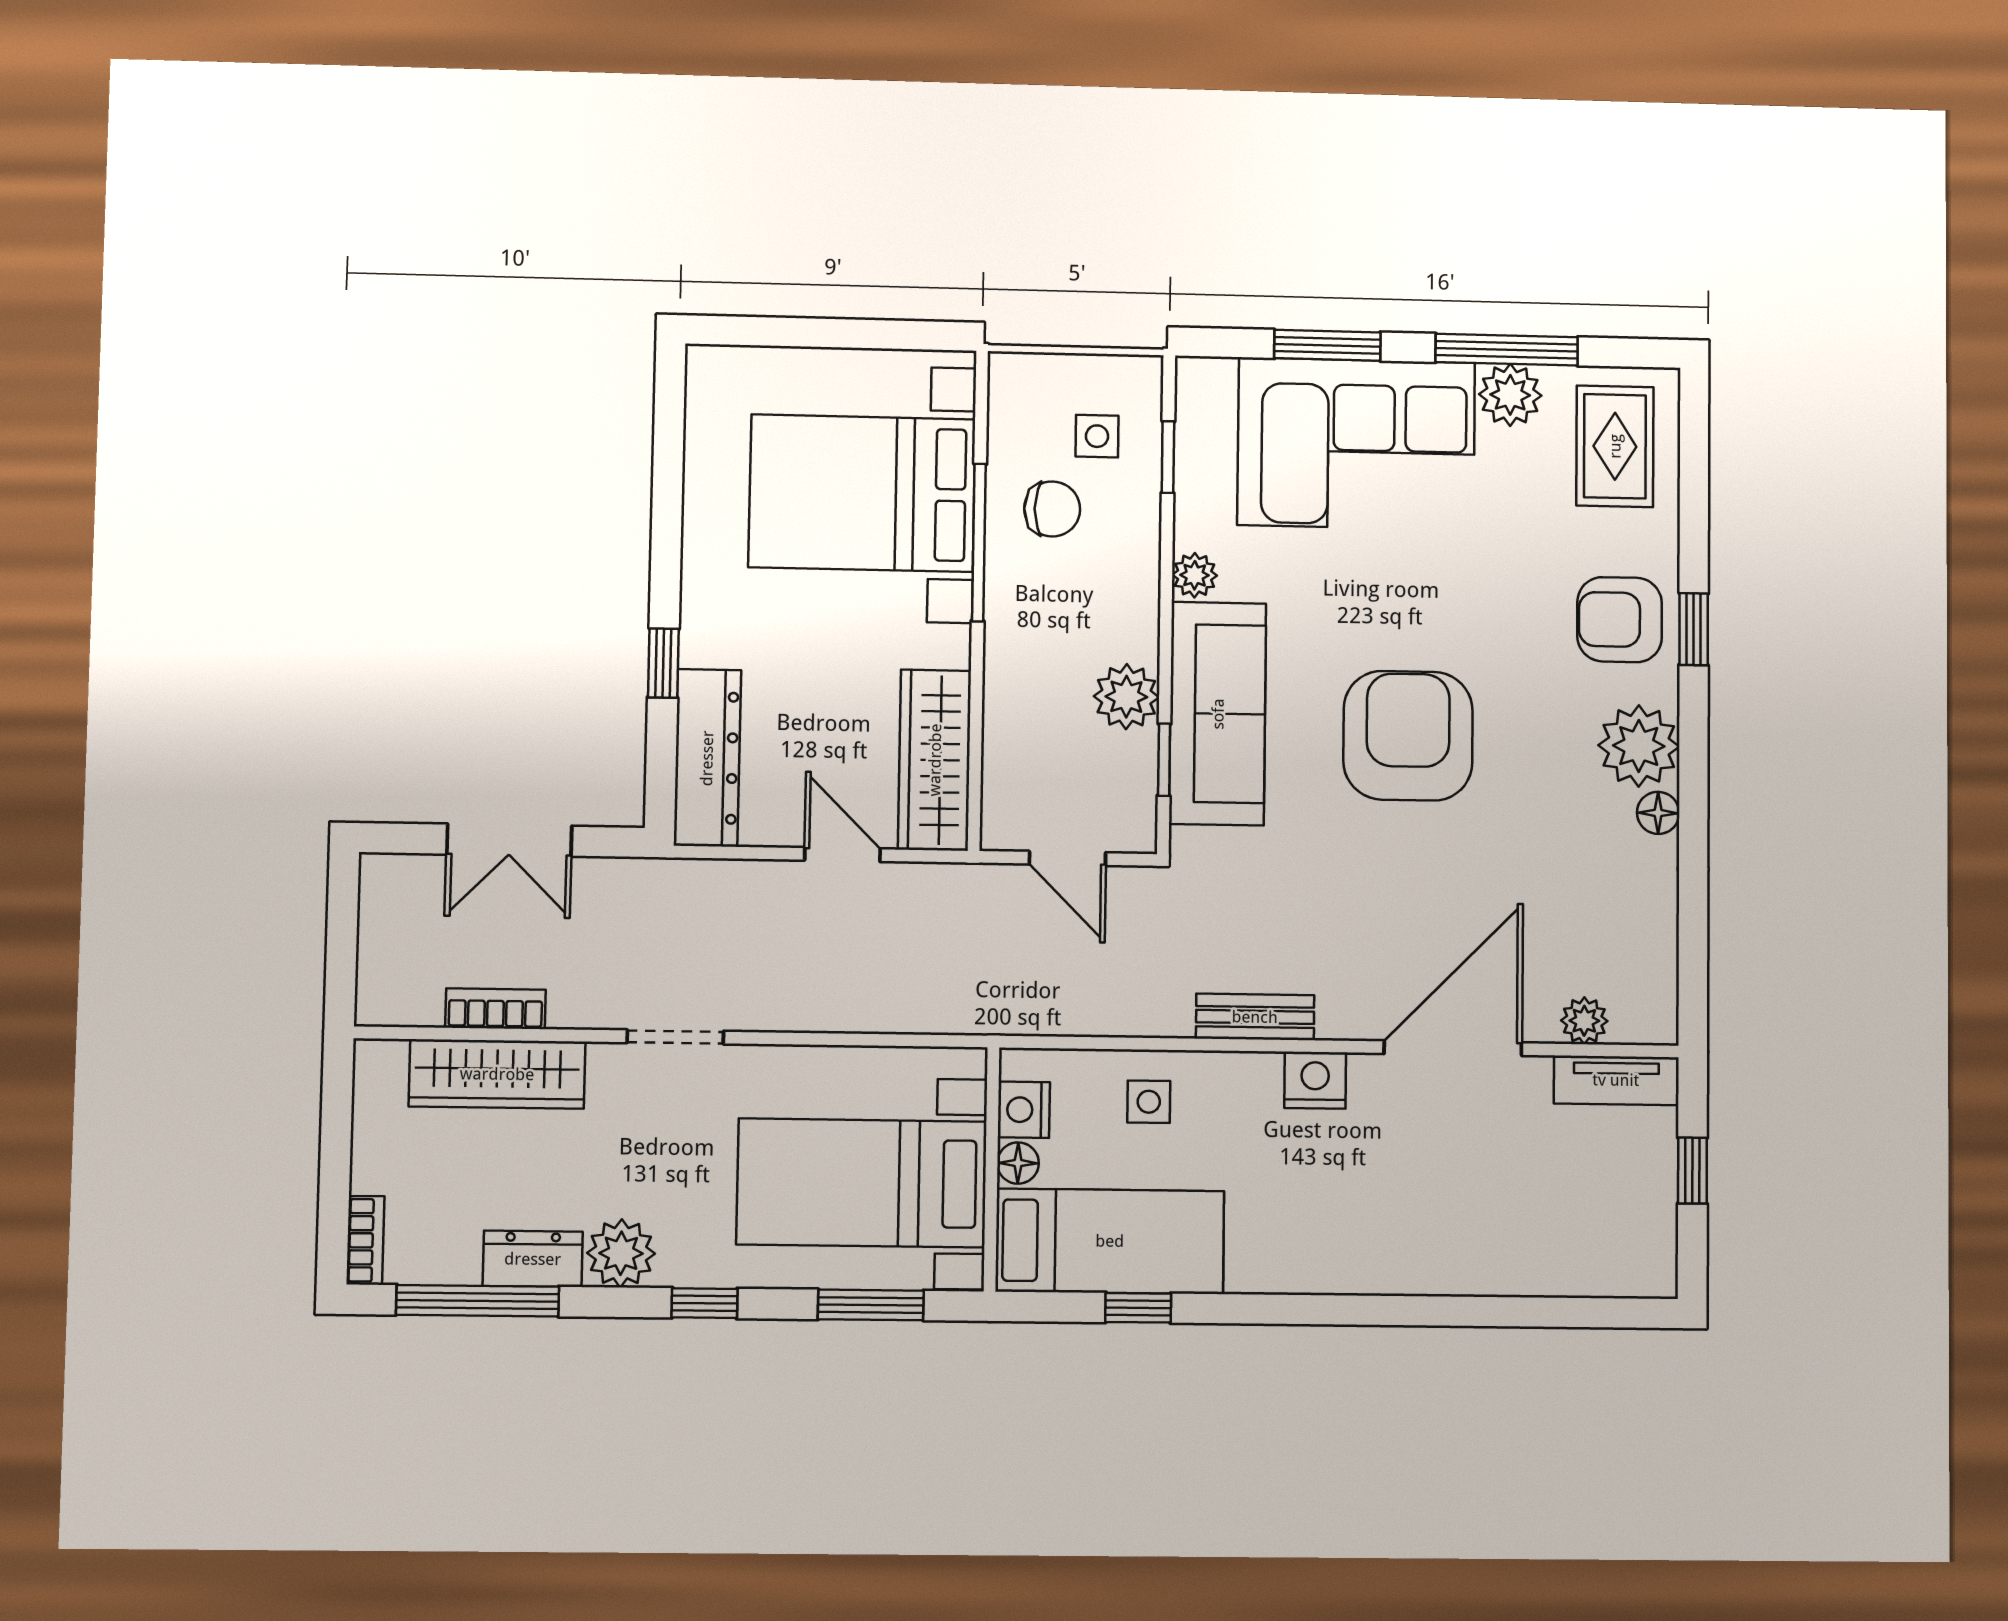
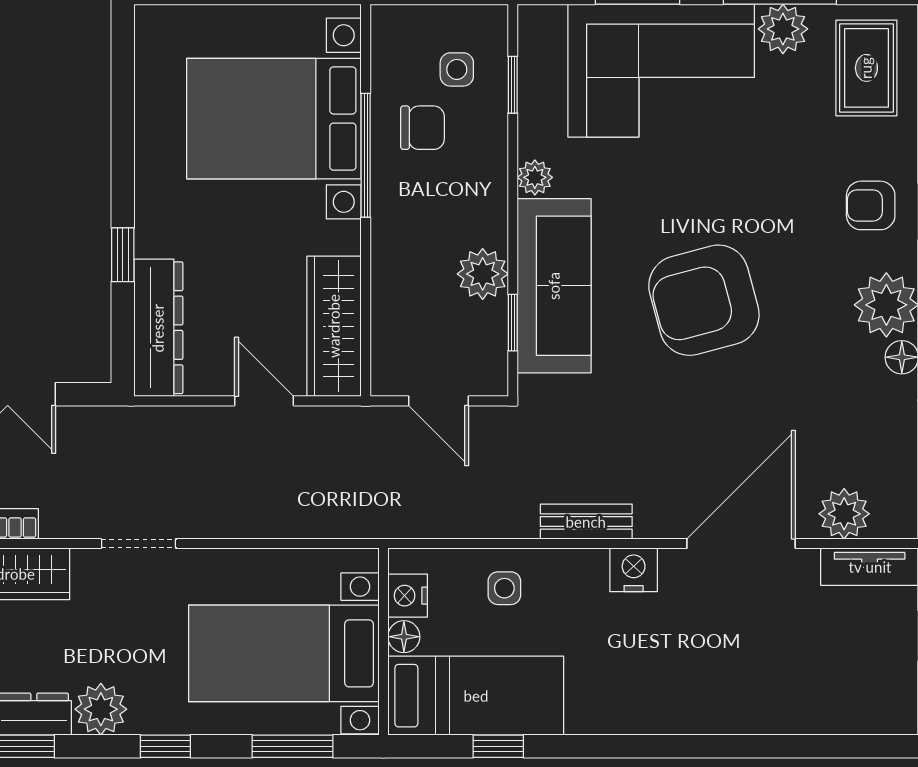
armchair: (1620, 620) -> (871, 205), width x0.72, depth x0.72
armchair: (1408, 736) -> (704, 300), turned -105
plant: (1584, 1021) -> (844, 514), width x1.38, depth x1.38

